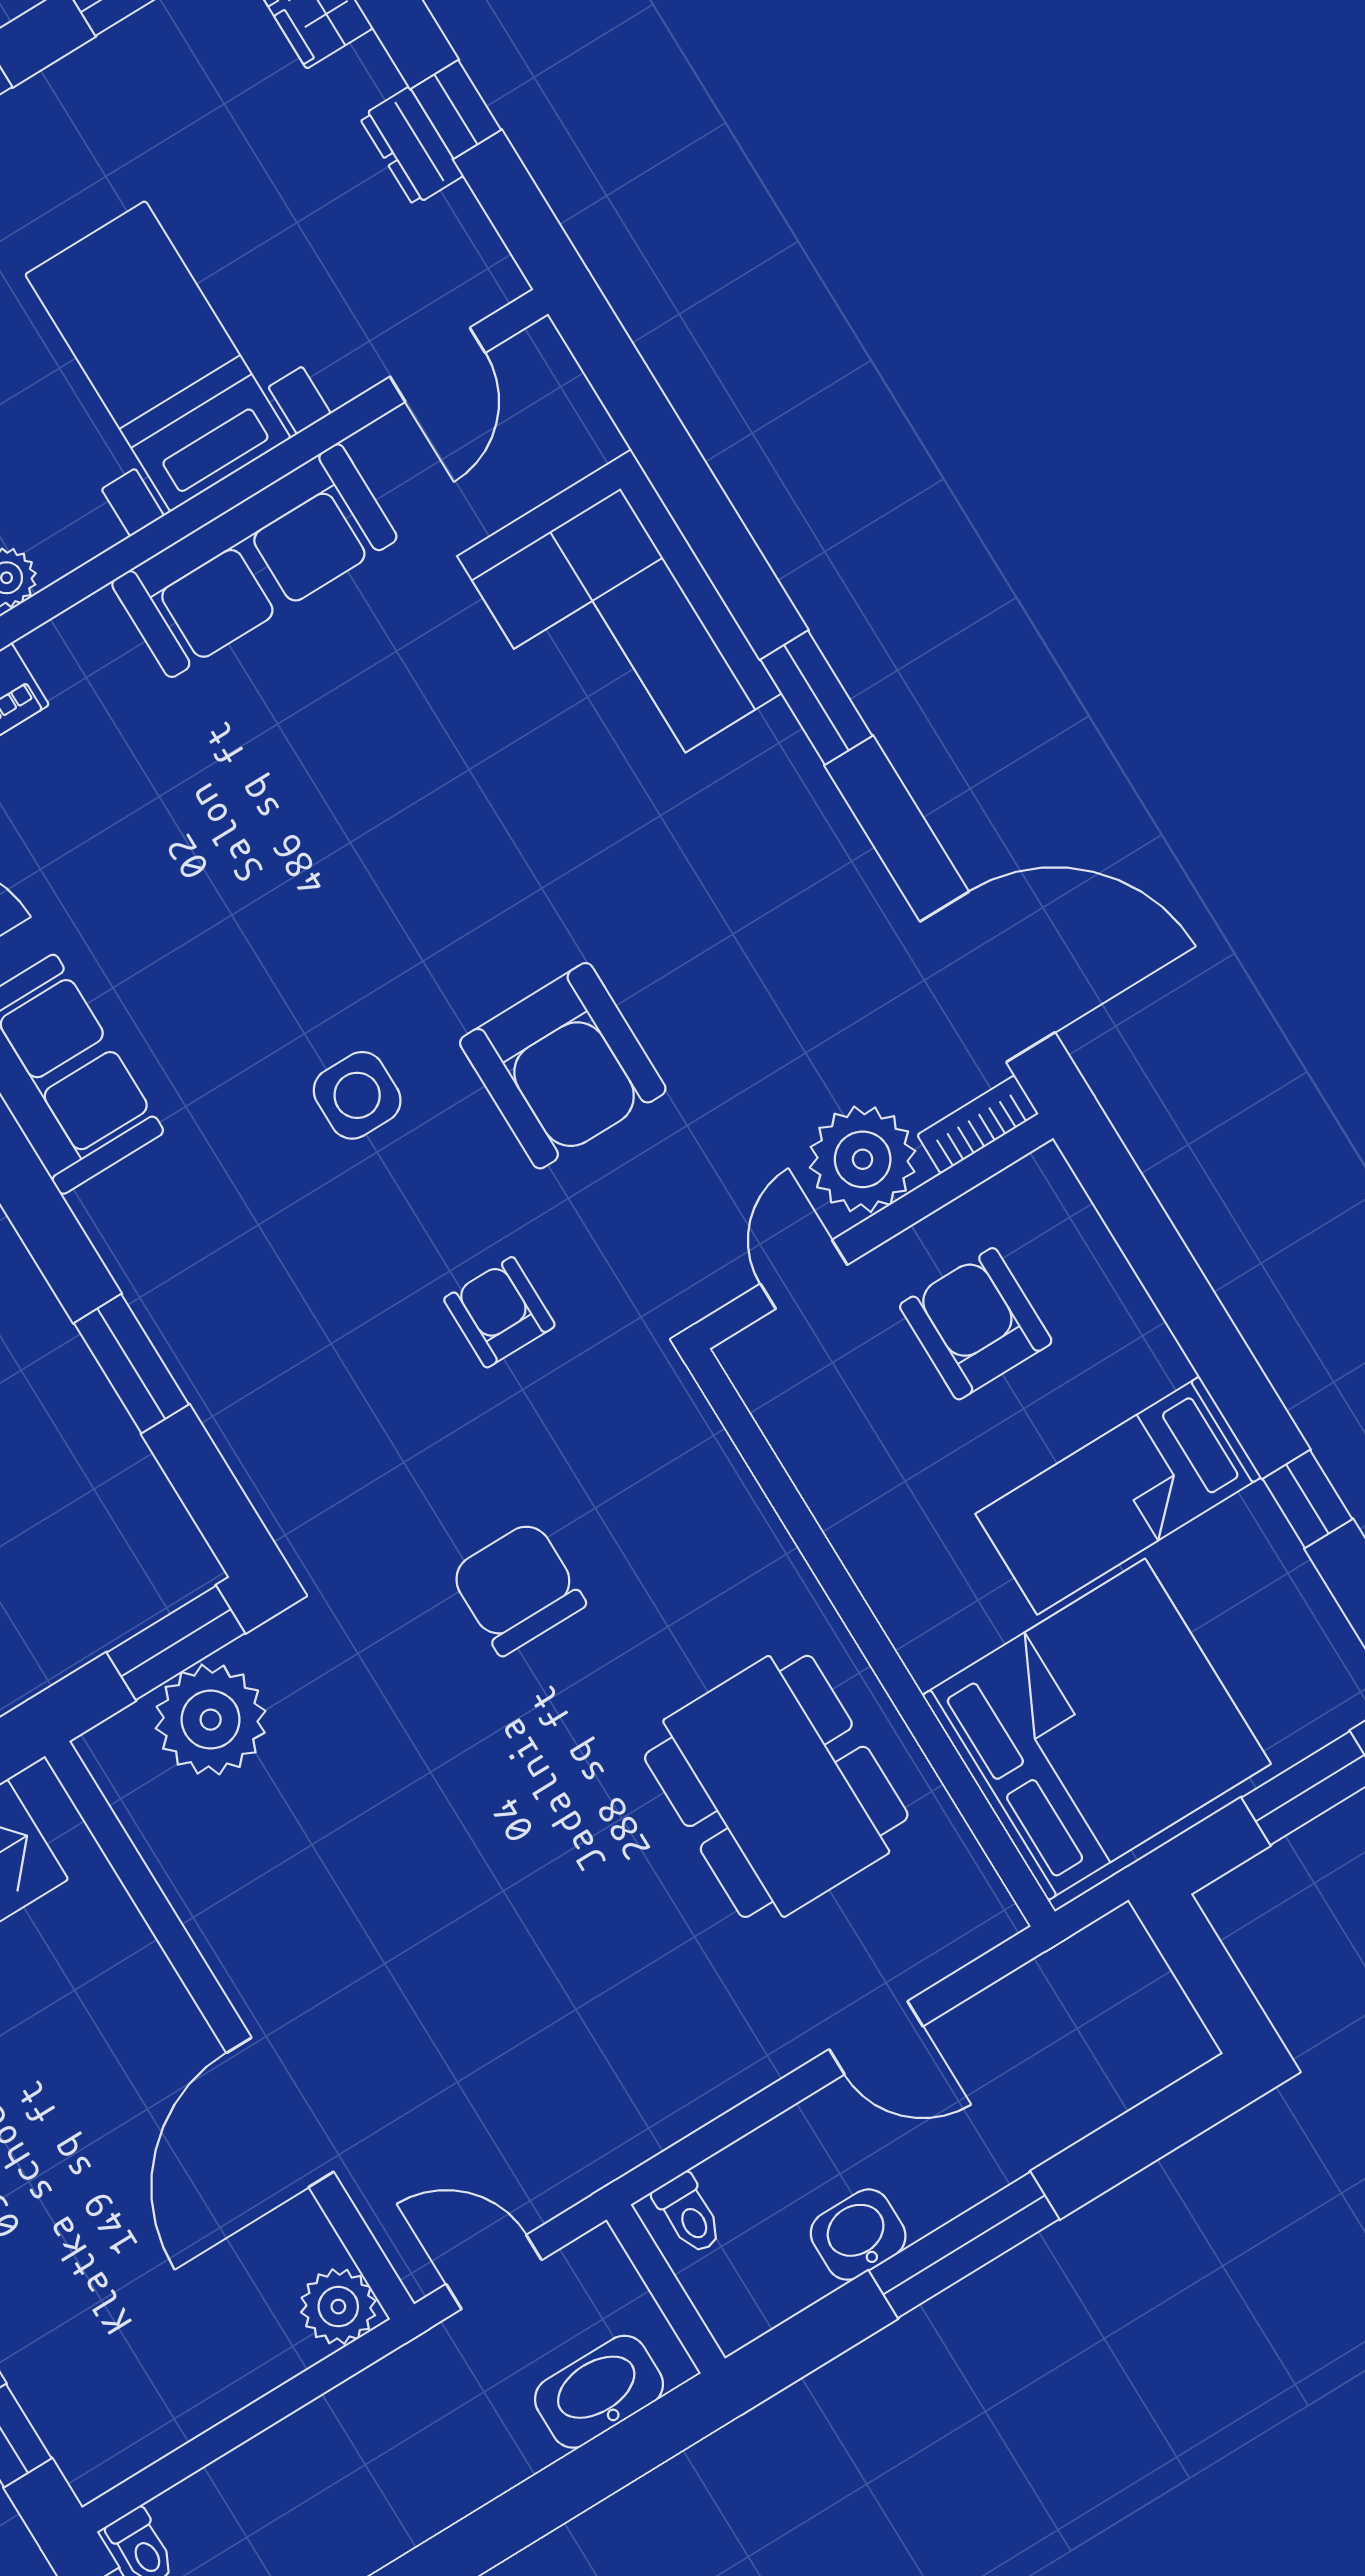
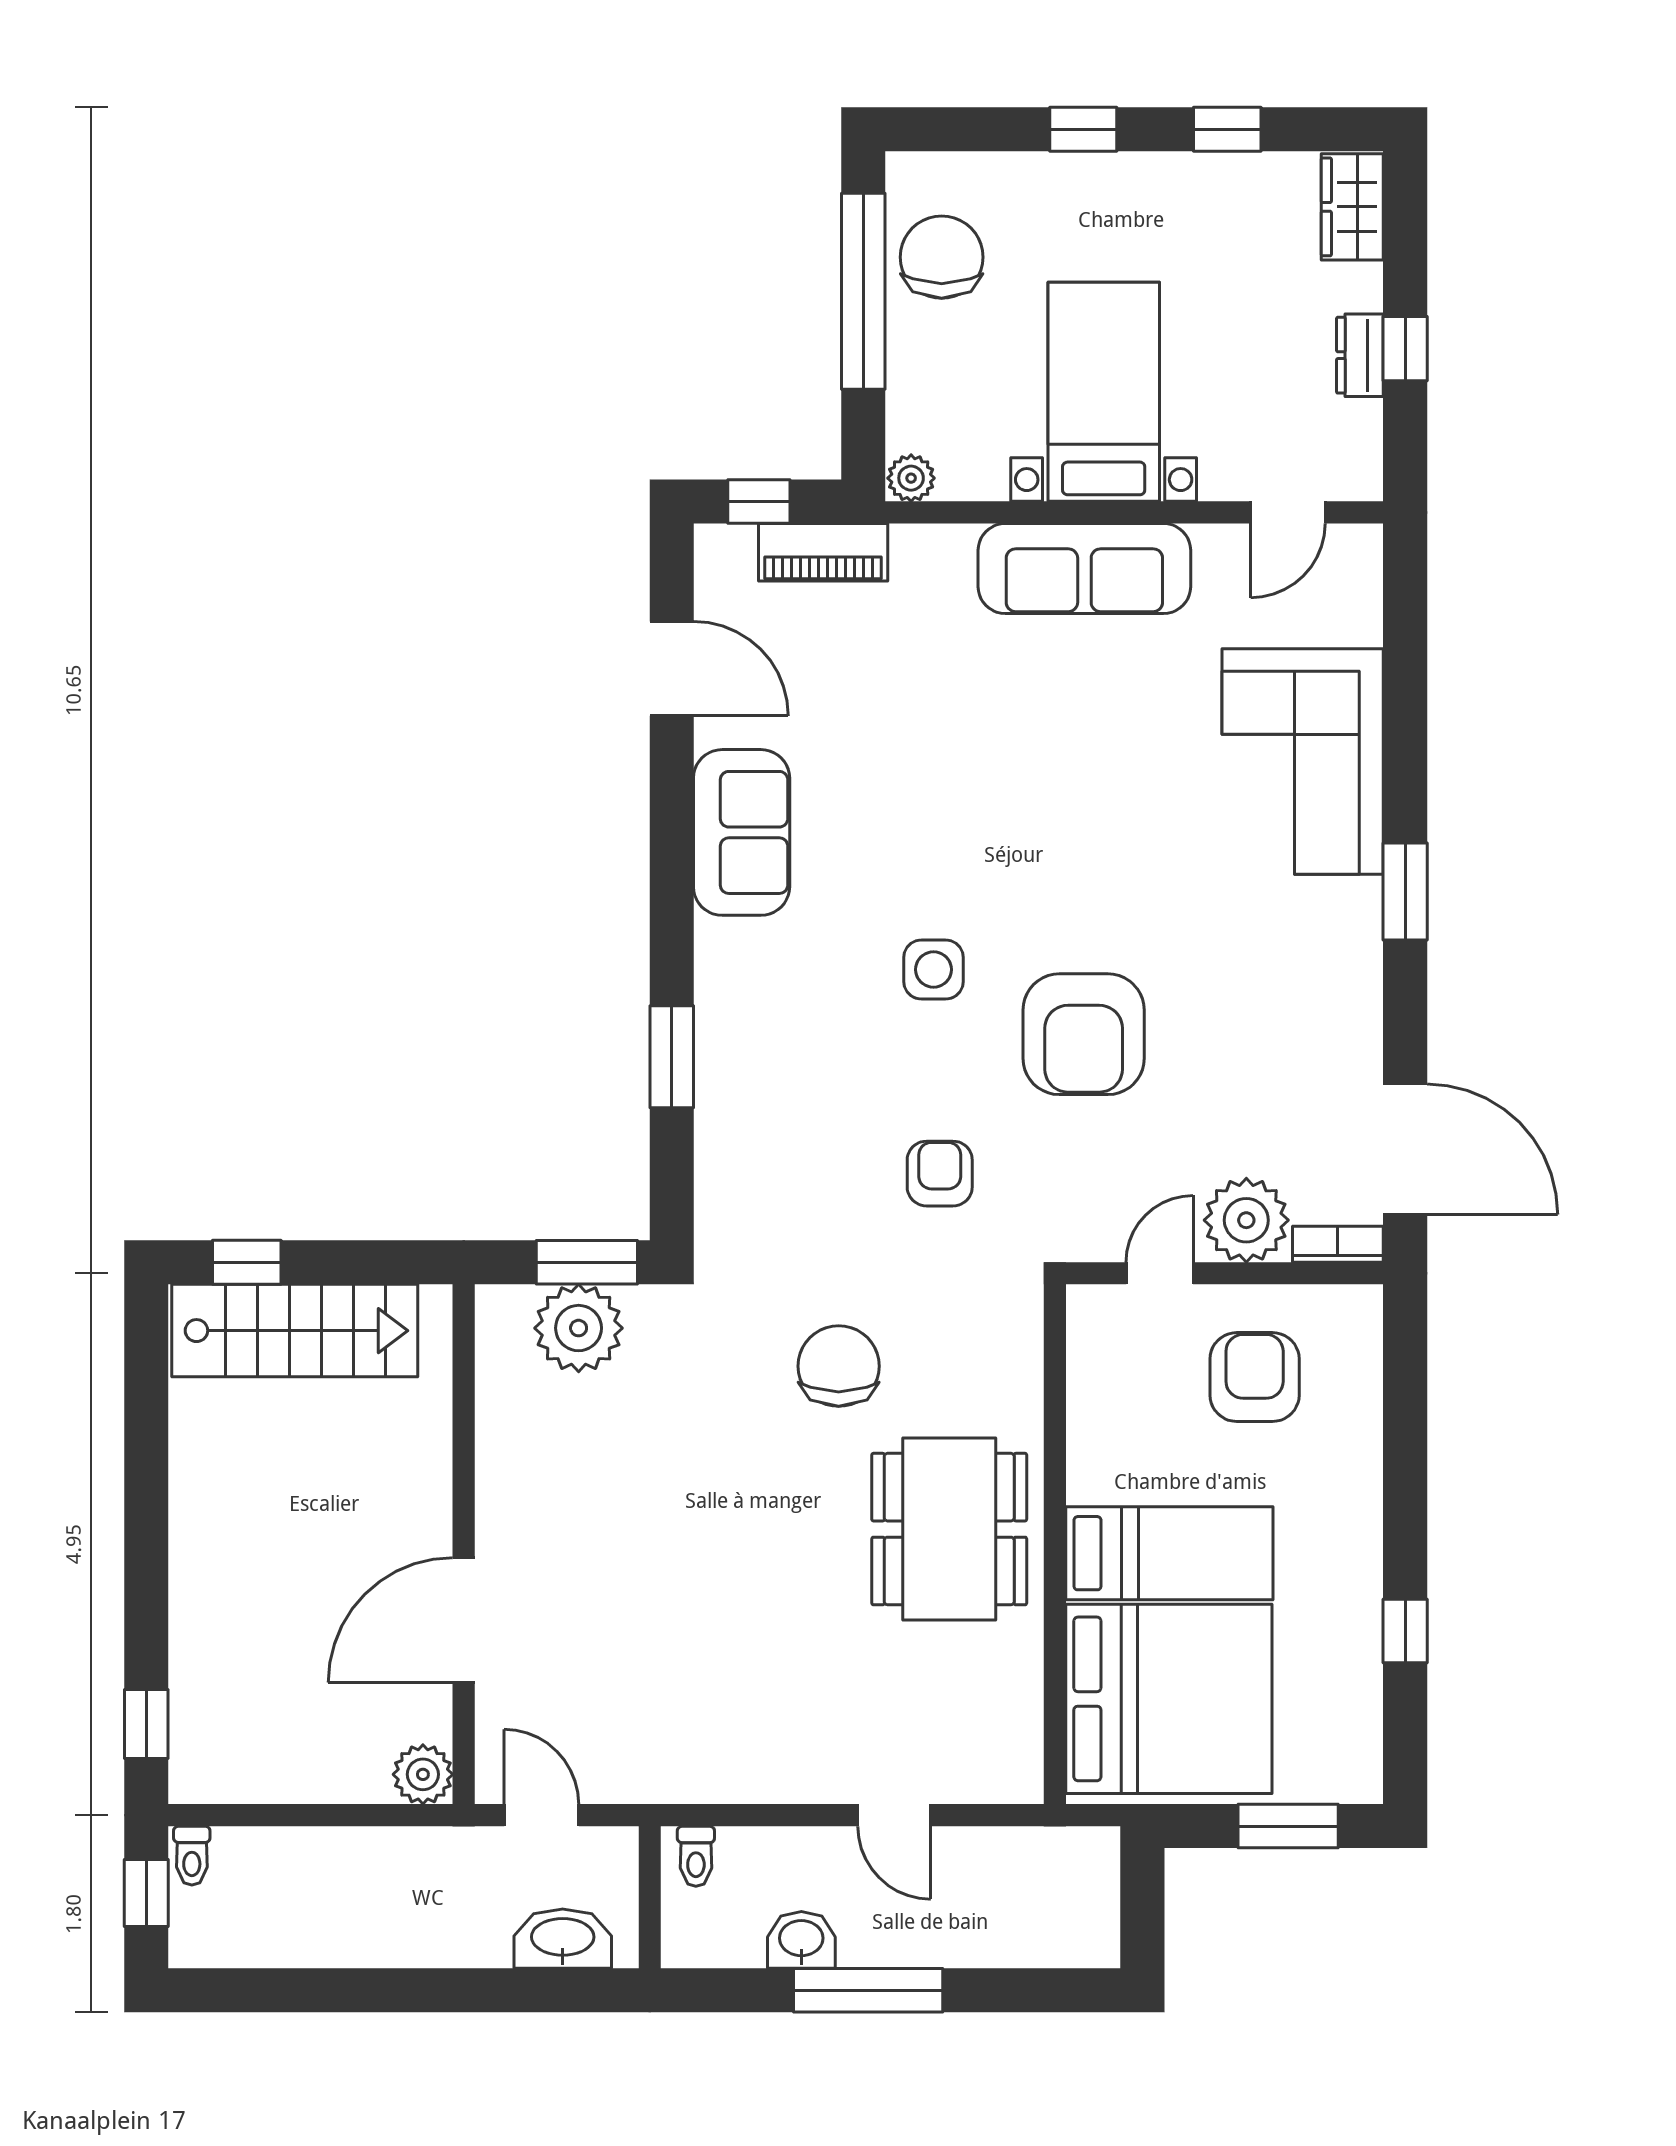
bed: (1118, 1496) -> (1169, 1553), moved, turned 180
dining table: (776, 1786) -> (949, 1529), moved

